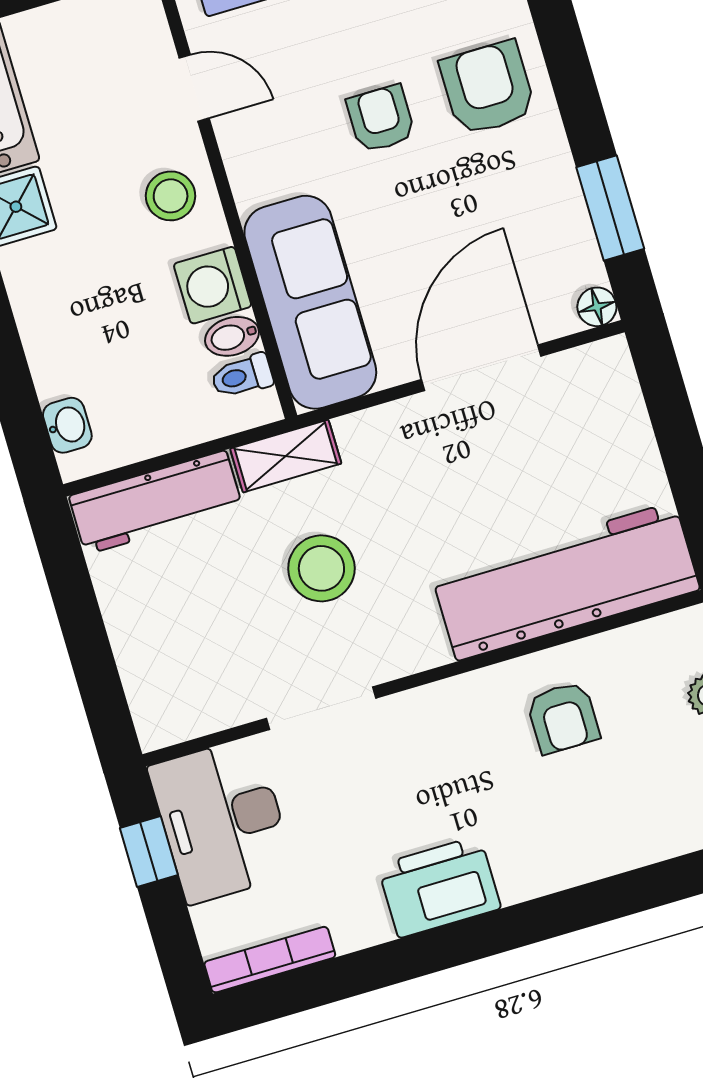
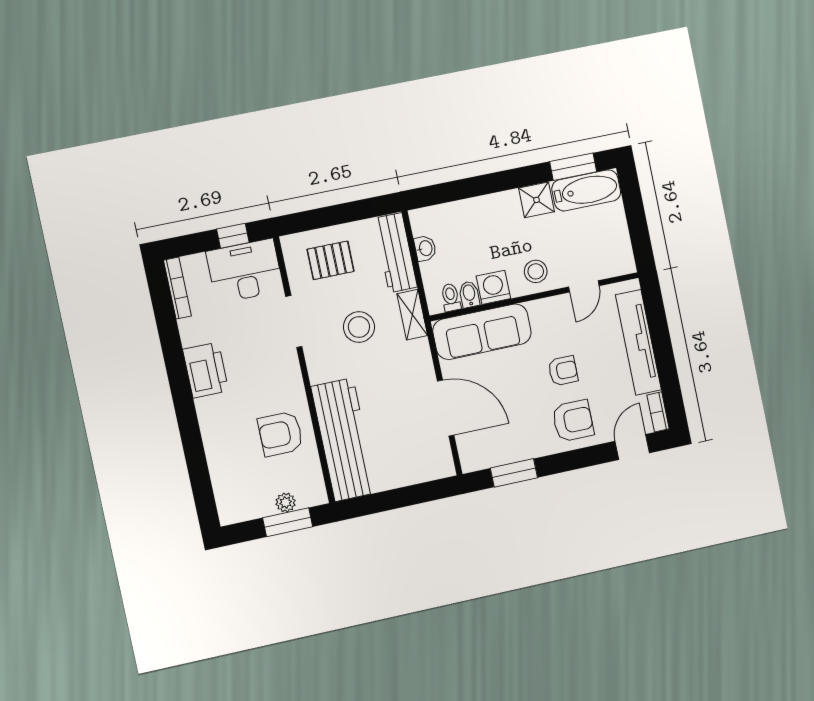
floor lamp: (597, 307) -> (469, 463), removed
washbasin: (67, 425) -> (425, 248), moved, turned -90
pallet: (184, 640) -> (331, 260), added
armchair: (563, 718) -> (280, 434), width x1.38, depth x1.38

